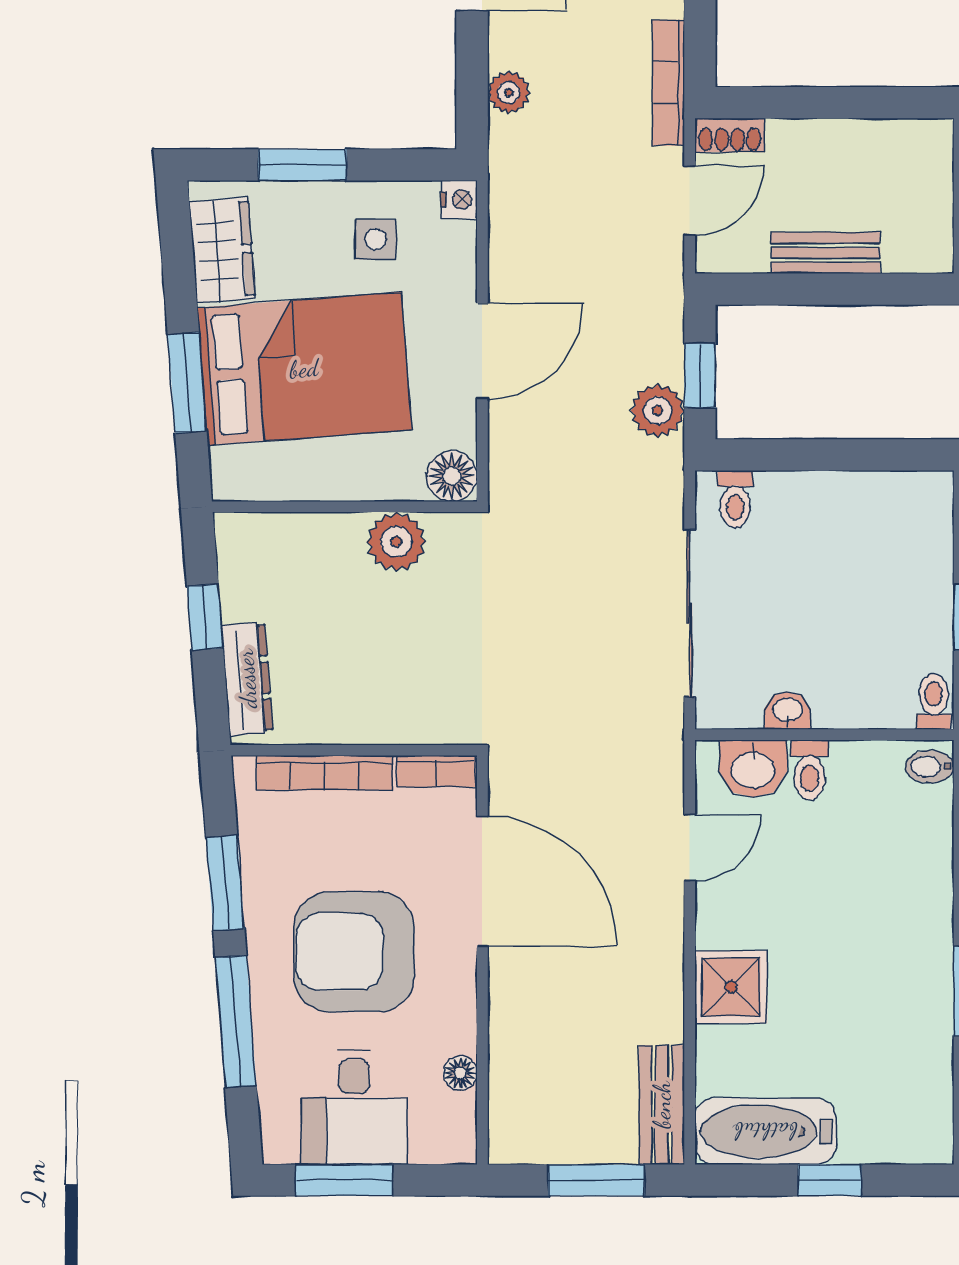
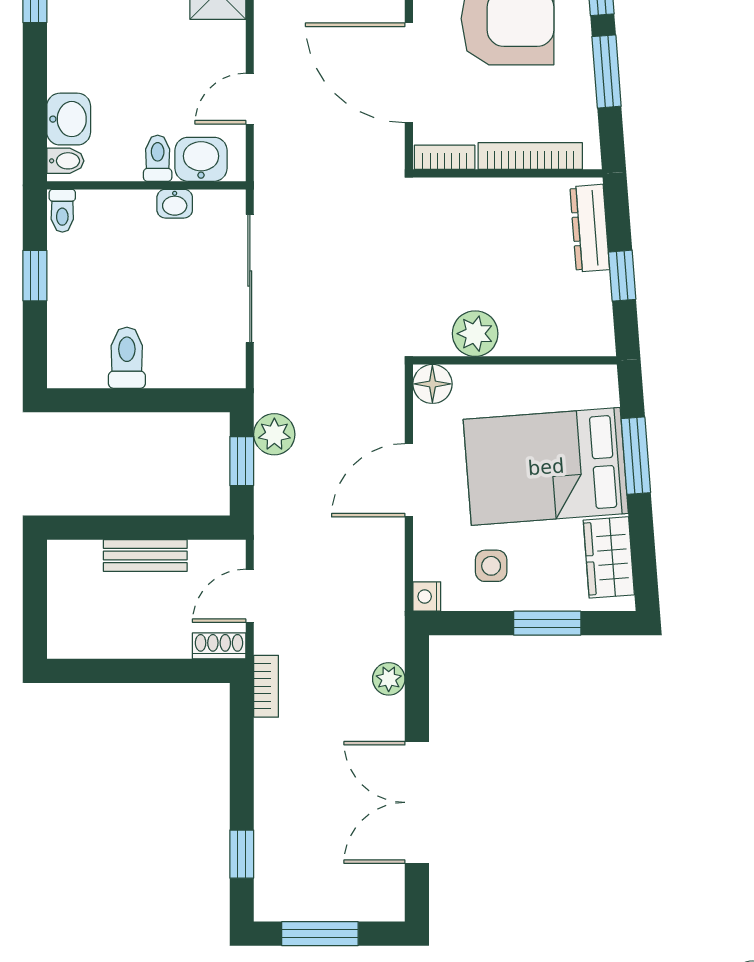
bookcase: (668, 83) -> (266, 686), width x0.64
toilet: (735, 499) -> (127, 358), moved, width x1.37, depth x1.39
washbasin: (925, 821) -> (69, 119), added

